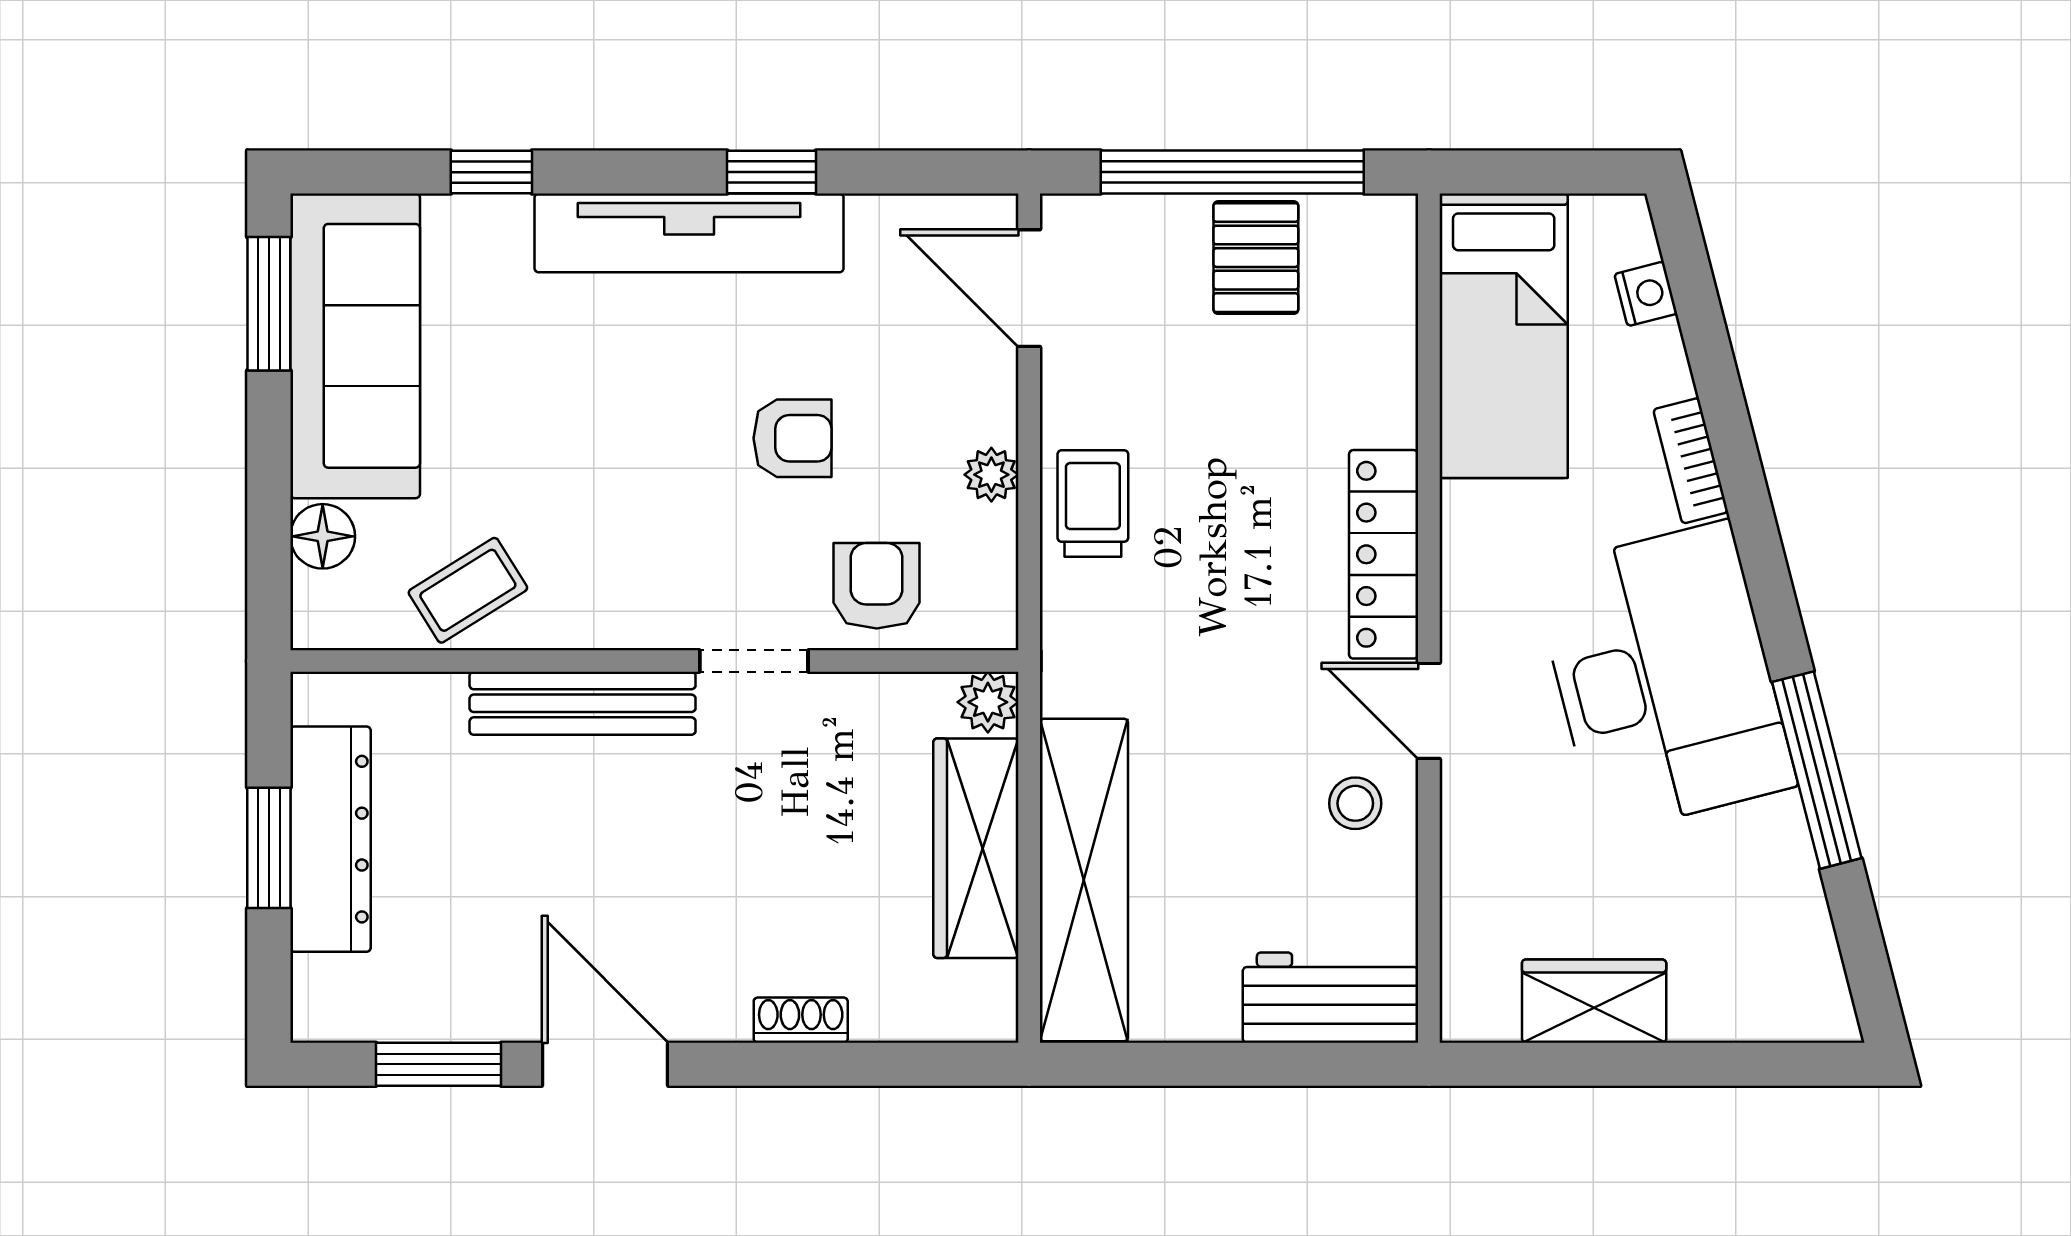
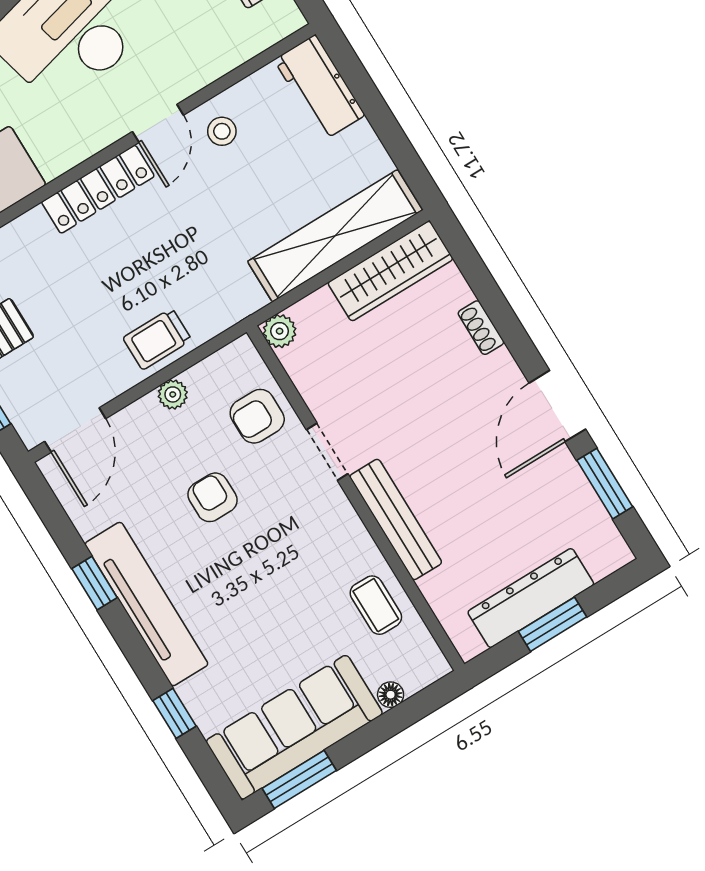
floor lamp: (323, 536) -> (391, 695), width x0.73, depth x0.73
coffee table: (468, 590) -> (376, 605), turned 32
wardrobe: (976, 848) -> (390, 271), moved

